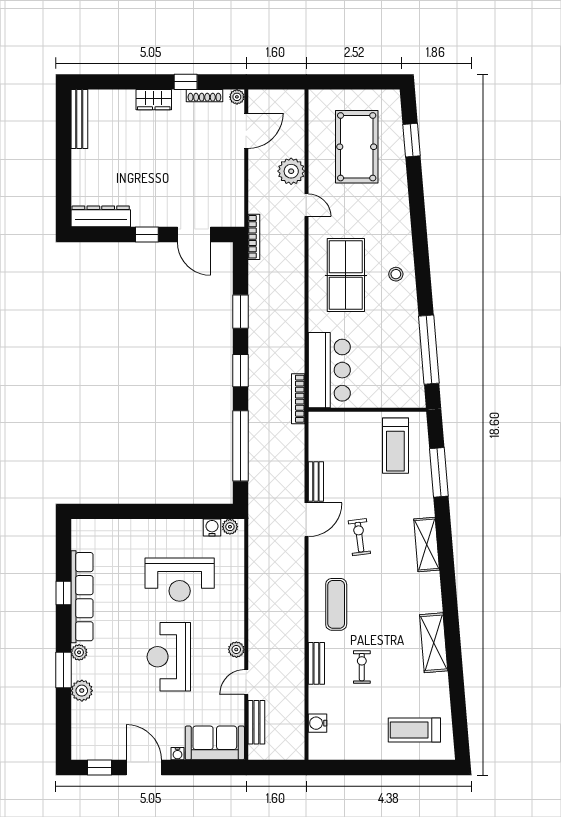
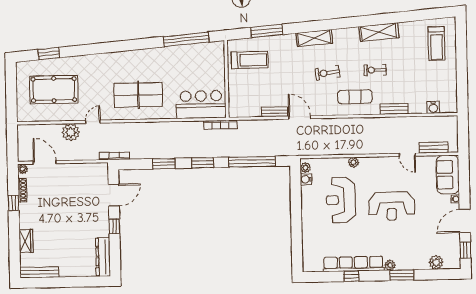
wardrobe: (154, 100) -> (26, 241), moved
stool: (396, 274) -> (137, 62), removed
exercise bike: (359, 537) -> (328, 73), moved
reception desk: (180, 580) -> (341, 200), turned 180
plant: (236, 650) -> (354, 162), moved
exercise bike: (362, 667) -> (375, 70), moved
plant: (82, 691) -> (436, 262), moved

